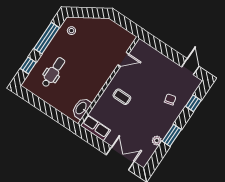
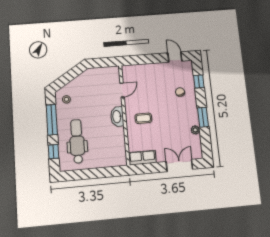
dental chair: (53, 72) -> (77, 141), width x1.36, depth x1.38
washbasin: (81, 108) -> (117, 117), moved

